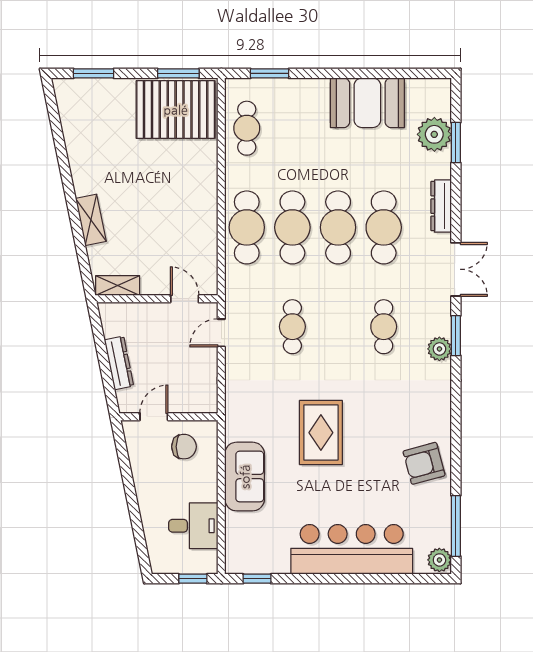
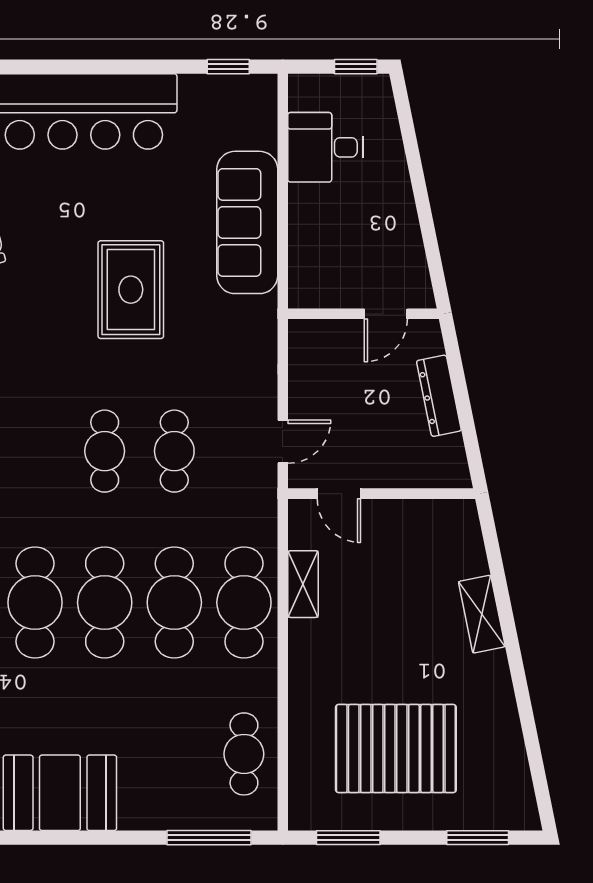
window: (270, 73) -> (209, 838), width x1.44
pallet: (176, 110) -> (396, 749), moved
shelving: (118, 286) -> (303, 584), moved, turned 90
cafe table: (384, 327) -> (105, 451), moved
chair: (184, 447) -> (340, 268), removed
sofa: (245, 477) -> (247, 222), width x1.36
window: (193, 579) -> (356, 67), moved

